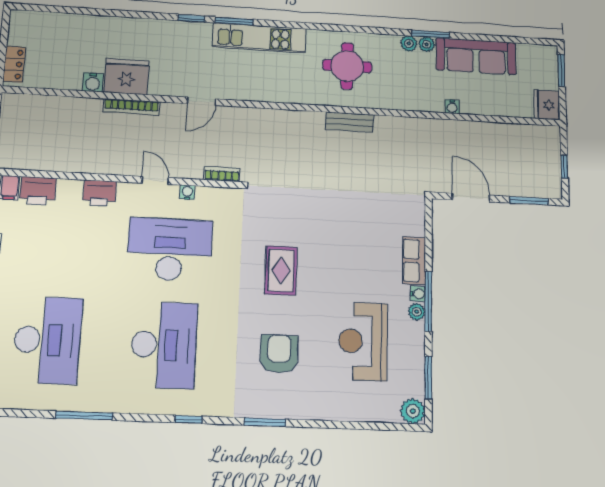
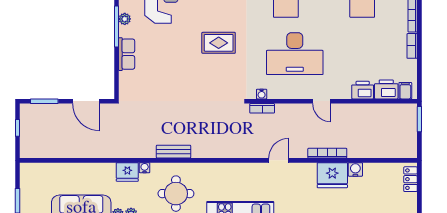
fridge: (547, 105) -> (127, 172), moved, turned 90
water cooler: (452, 107) -> (145, 168), moved
door: (155, 180) -> (322, 101), moved
water cooler: (187, 192) -> (262, 94), moved
printer: (99, 193) -> (363, 90), moved
rug: (281, 271) -> (219, 43), turned 90
water cooler: (418, 294) -> (124, 31), removed

